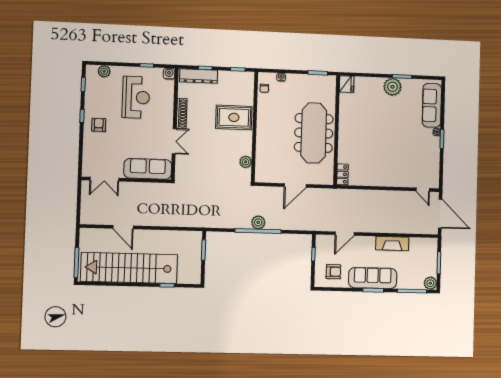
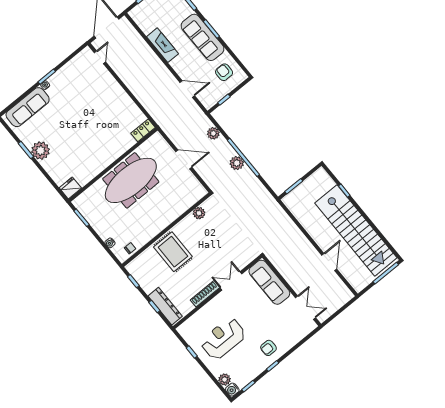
water cooler: (169, 74) -> (232, 390), moved
plant: (295, 224) -> (213, 133), added

